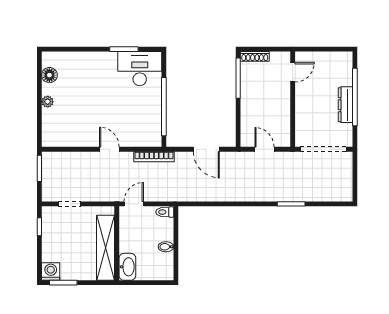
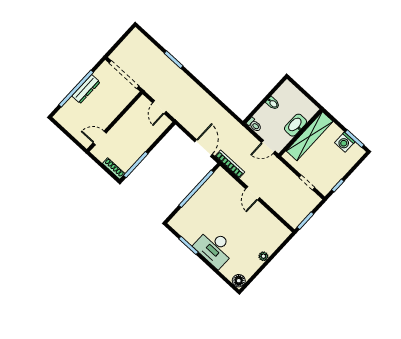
desk: (140, 69) -> (215, 248), moved
floor lamp: (49, 75) -> (239, 281), moved
door: (206, 149) -> (204, 148), moved
washbasin: (127, 267) -> (296, 125), moved
washing machine: (51, 271) -> (345, 142), moved

